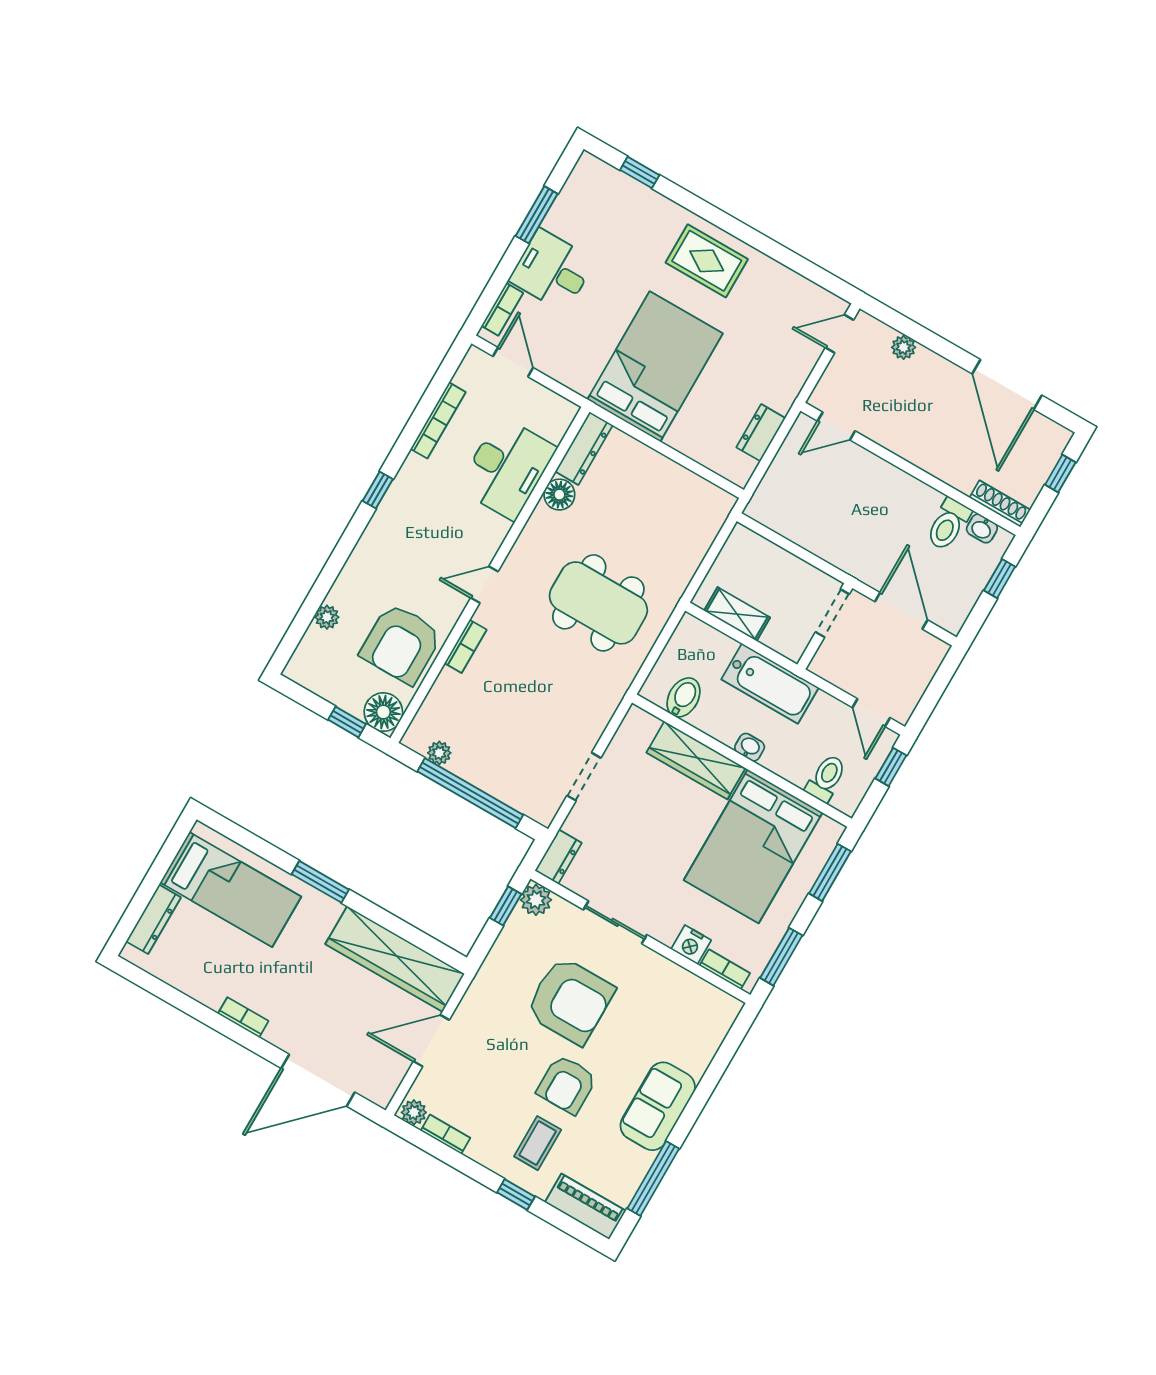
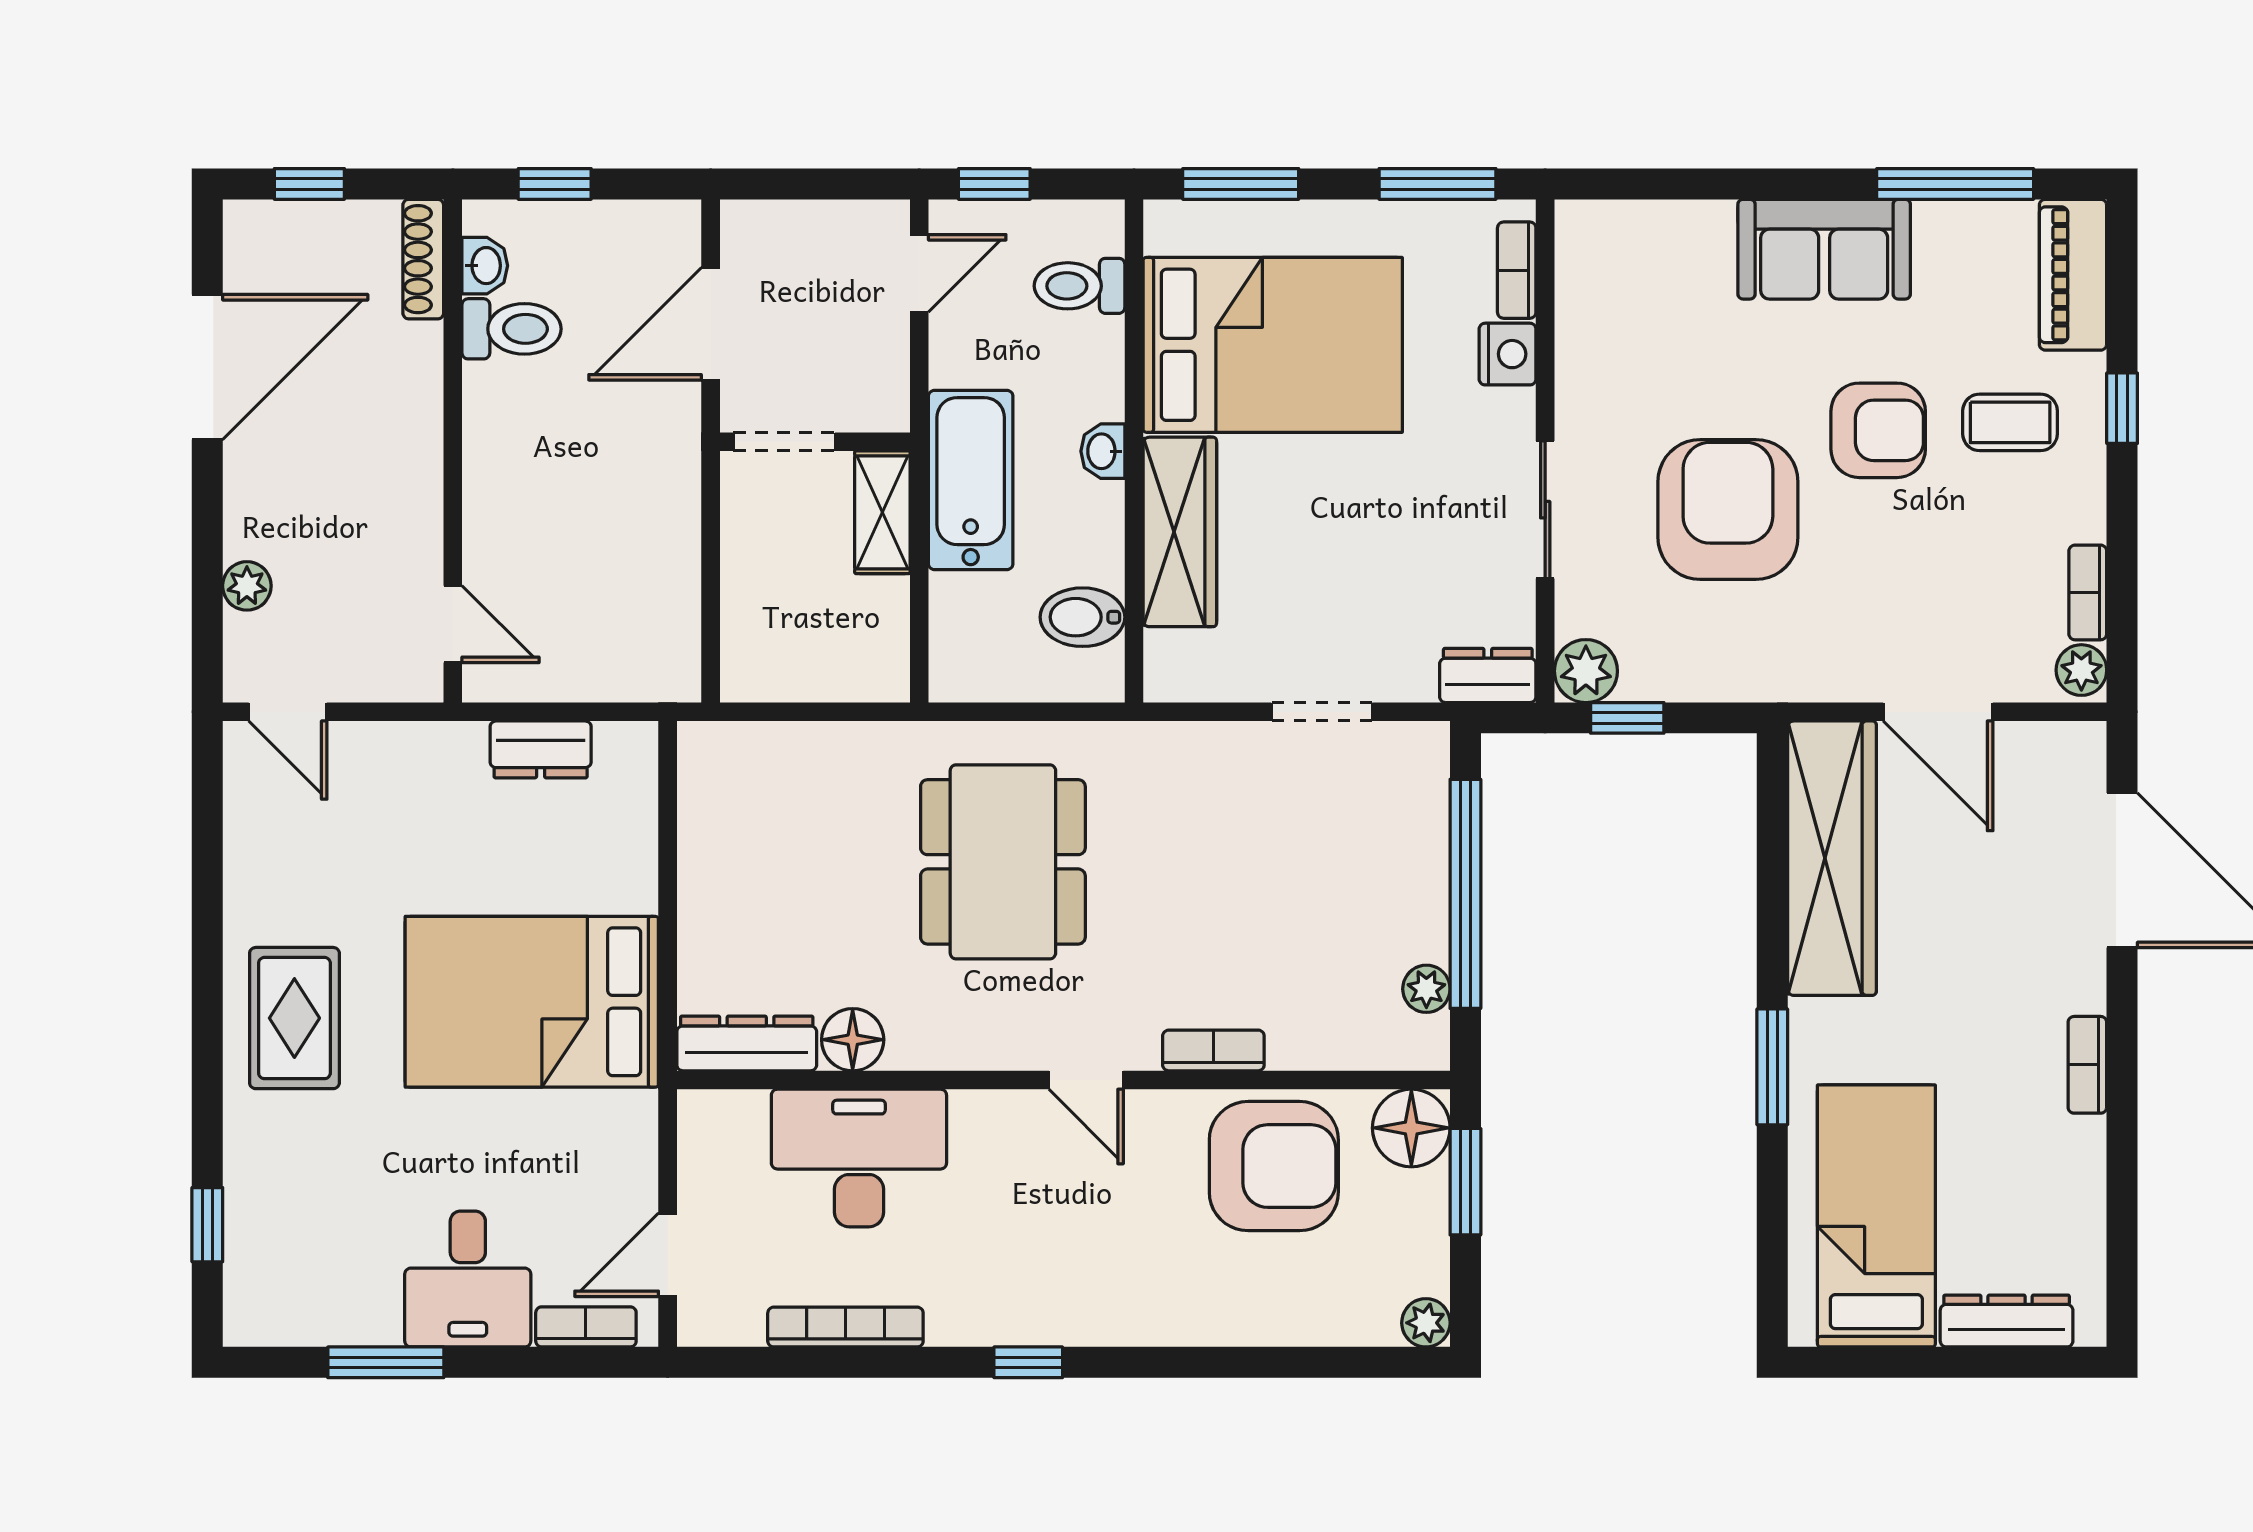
shelving: (737, 614) -> (882, 512), moved
plant: (327, 617) -> (1426, 1323), moved
window: (347, 722) -> (1465, 1182), width x1.50

